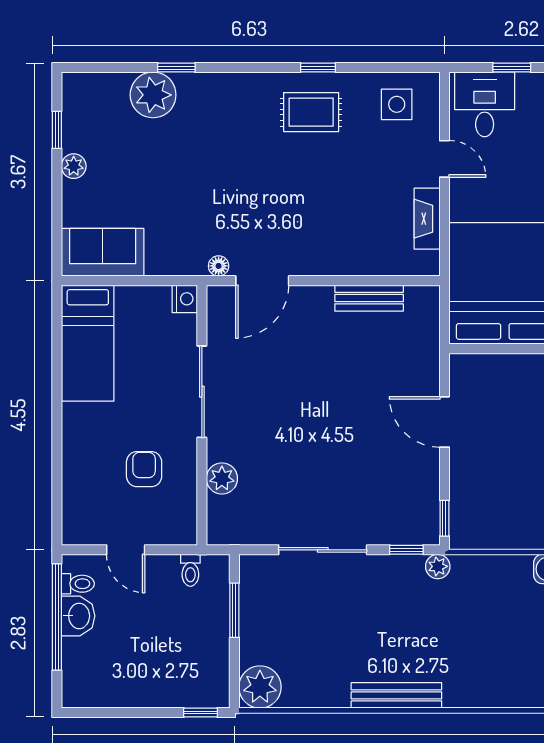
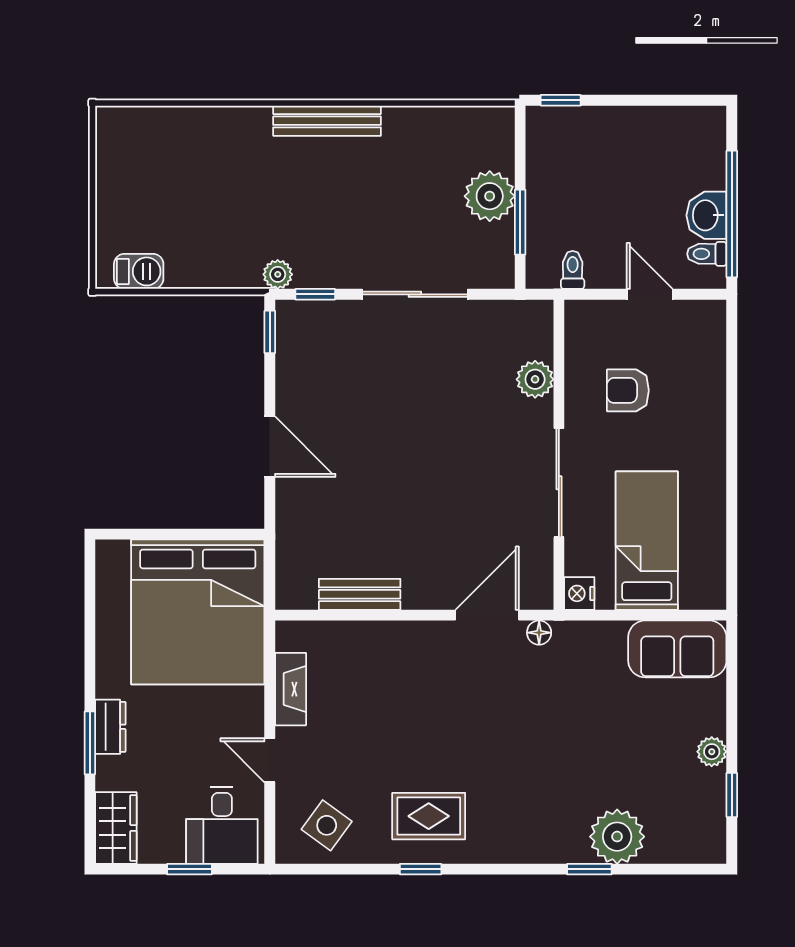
side table: (397, 104) -> (327, 825), turned 36
bed: (88, 343) -> (647, 541), moved
armchair: (144, 469) -> (628, 390), turned 90
plant: (260, 687) -> (490, 196), moved

